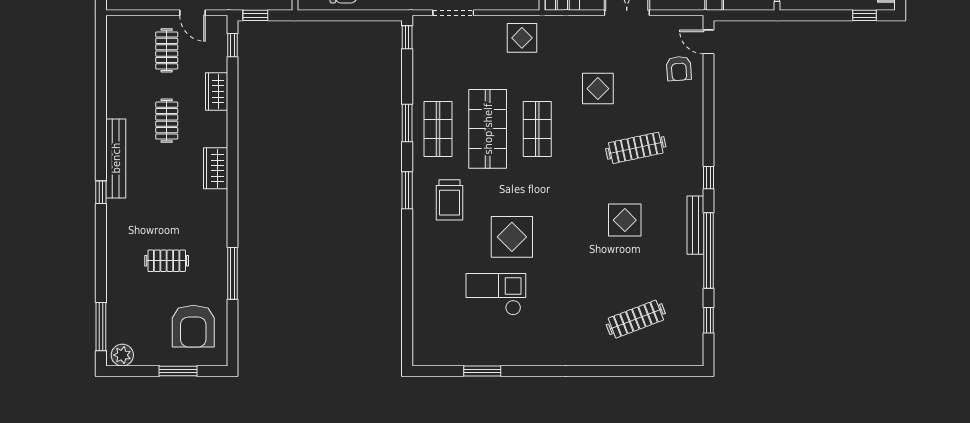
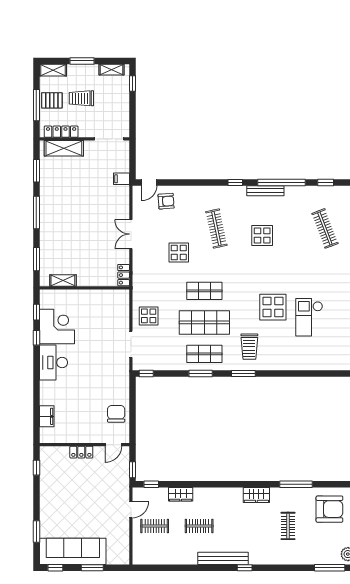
display table: (522, 38) -> (149, 316), moved
wardrobe: (216, 168) -> (256, 495), moved
trolley: (449, 200) -> (249, 347), turned 90

